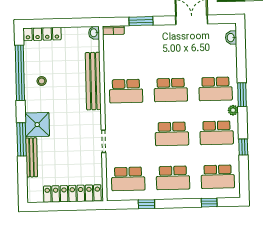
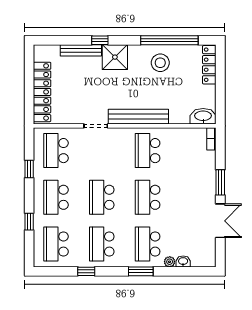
window: (141, 21) -> (220, 182), moved
washbasin: (94, 33) -> (203, 116), width x1.91, depth x1.45
washbasin: (231, 38) -> (183, 261), moved
stool: (42, 81) -> (160, 63), width x1.89, depth x1.89
bench: (93, 81) -> (138, 117), moved
plant: (233, 110) -> (170, 262), moved
window: (21, 139) -> (100, 40), width x0.46
window: (209, 203) -> (29, 222), moved

